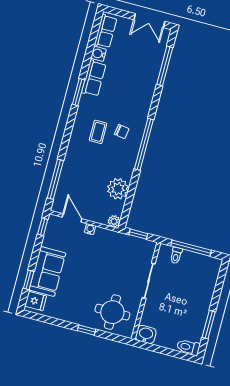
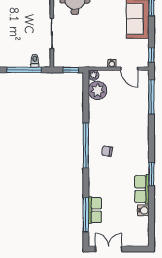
row of seats: (106, 31) -> (95, 210), moved, turned 180
coffee table: (98, 132) -> (126, 146), removed
plant: (118, 189) -> (98, 90), moved

